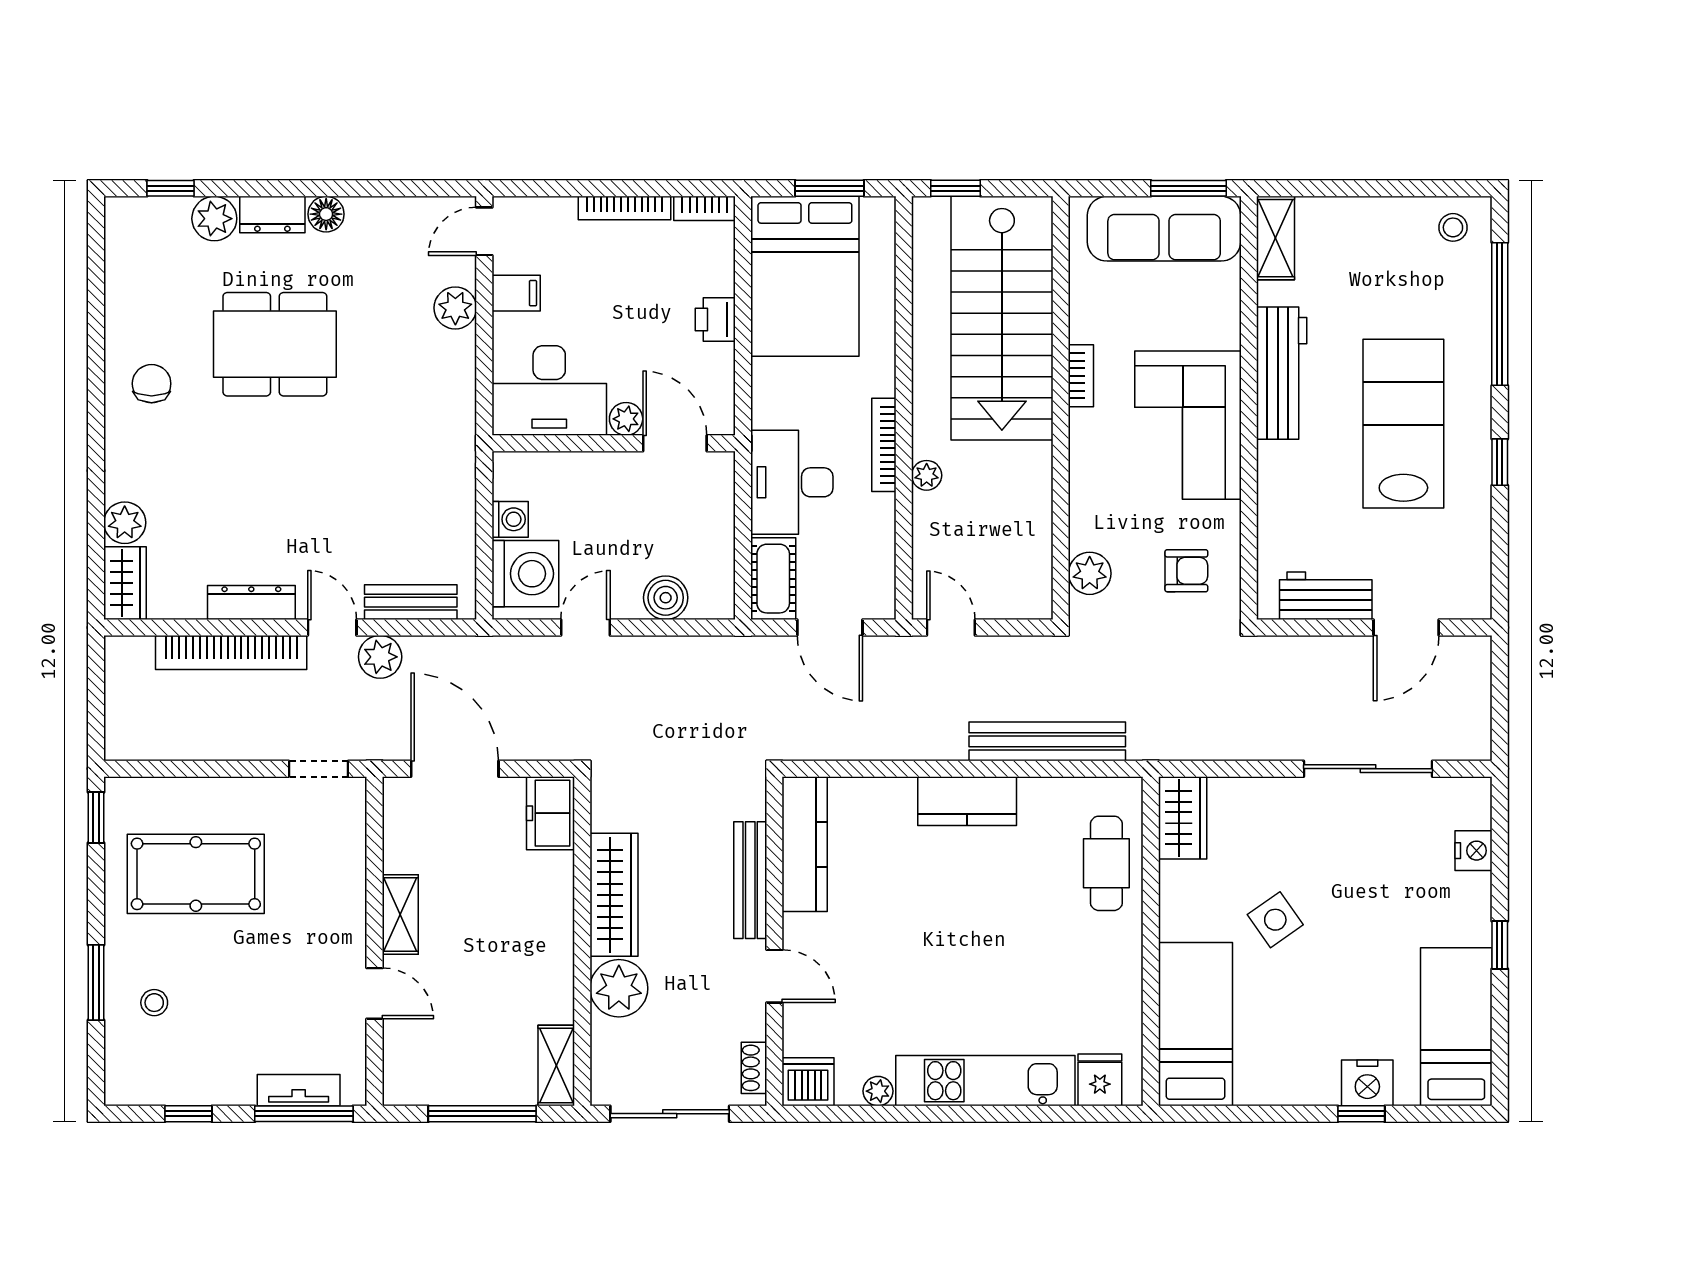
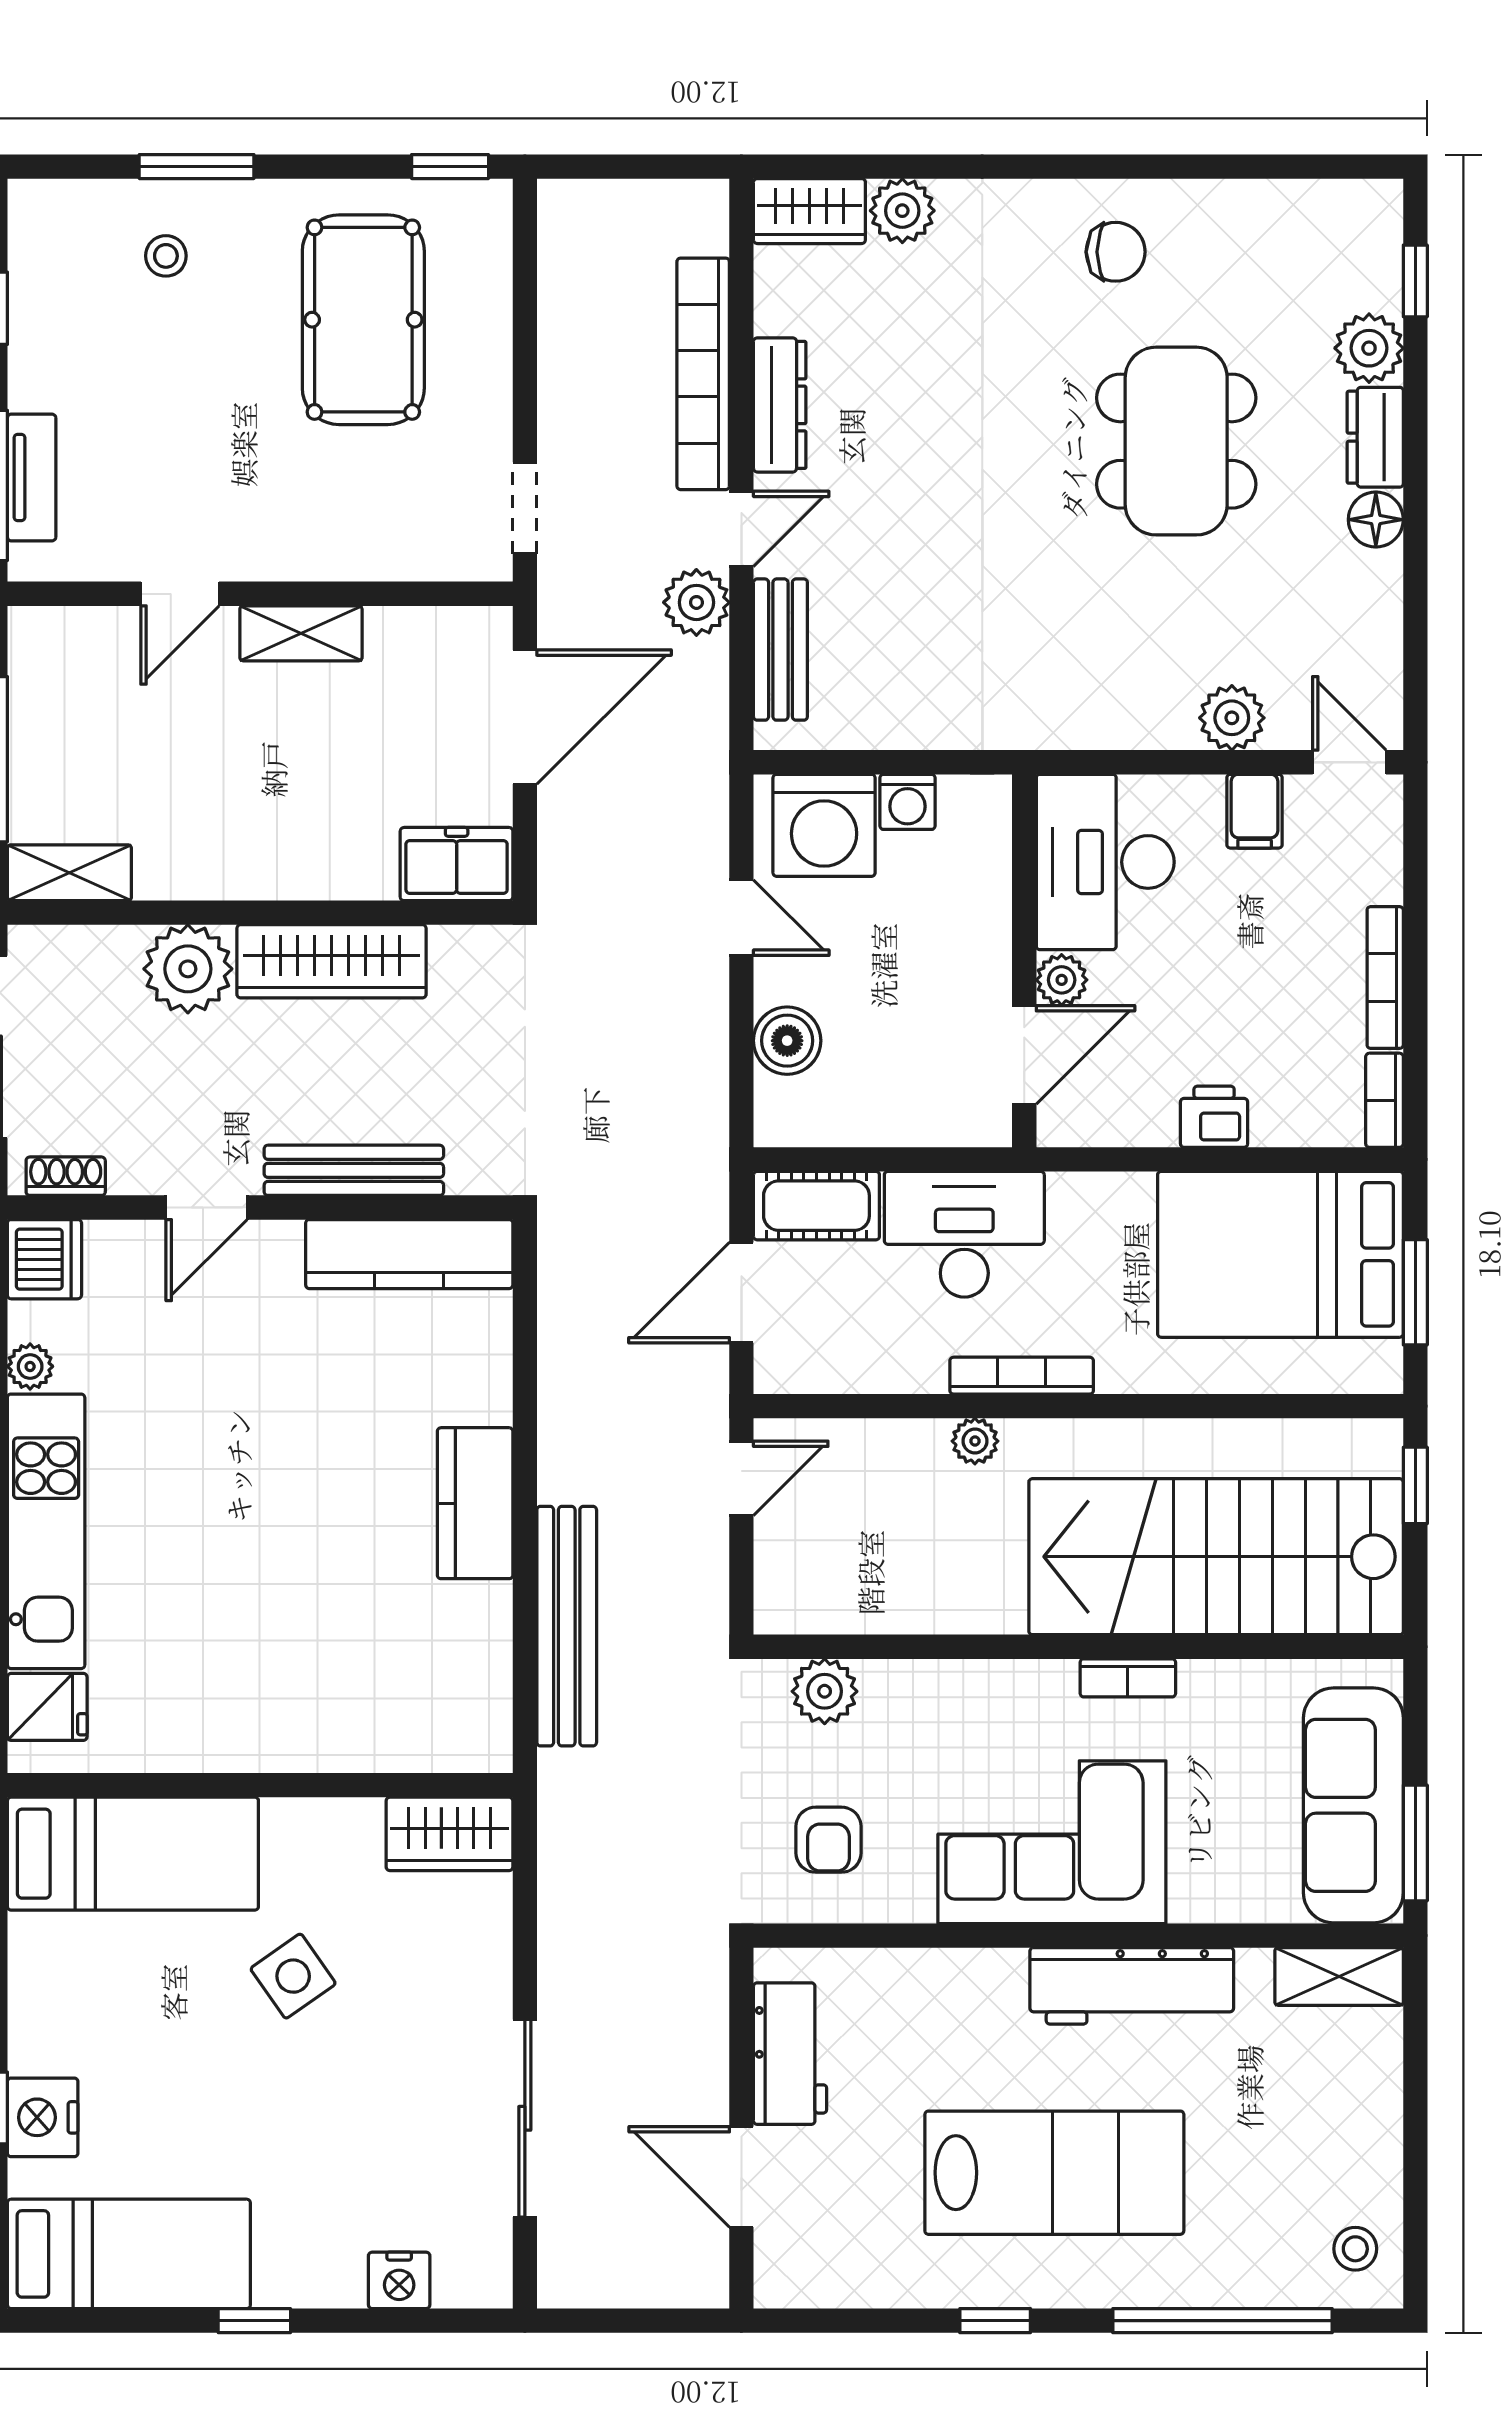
cafe table: (1106, 863) -> (380, 1717), removed

